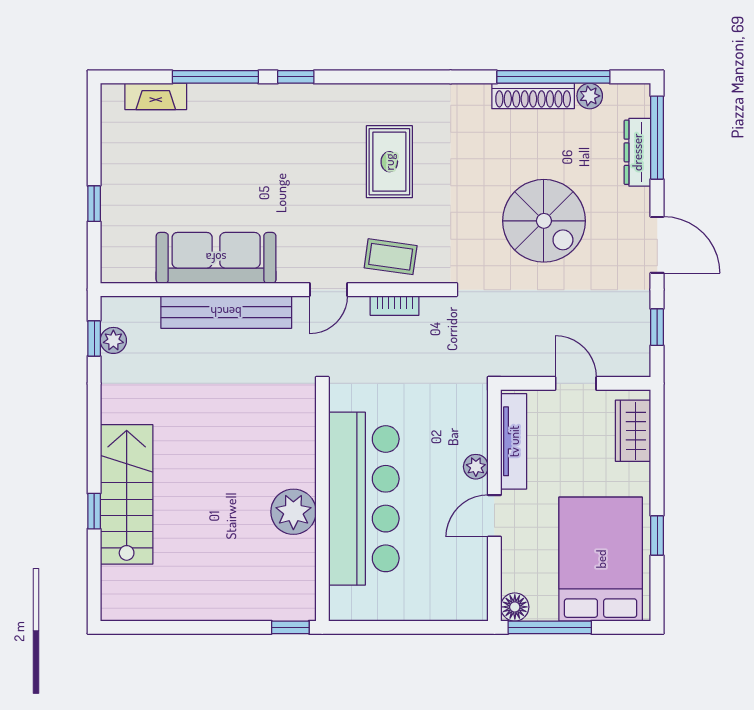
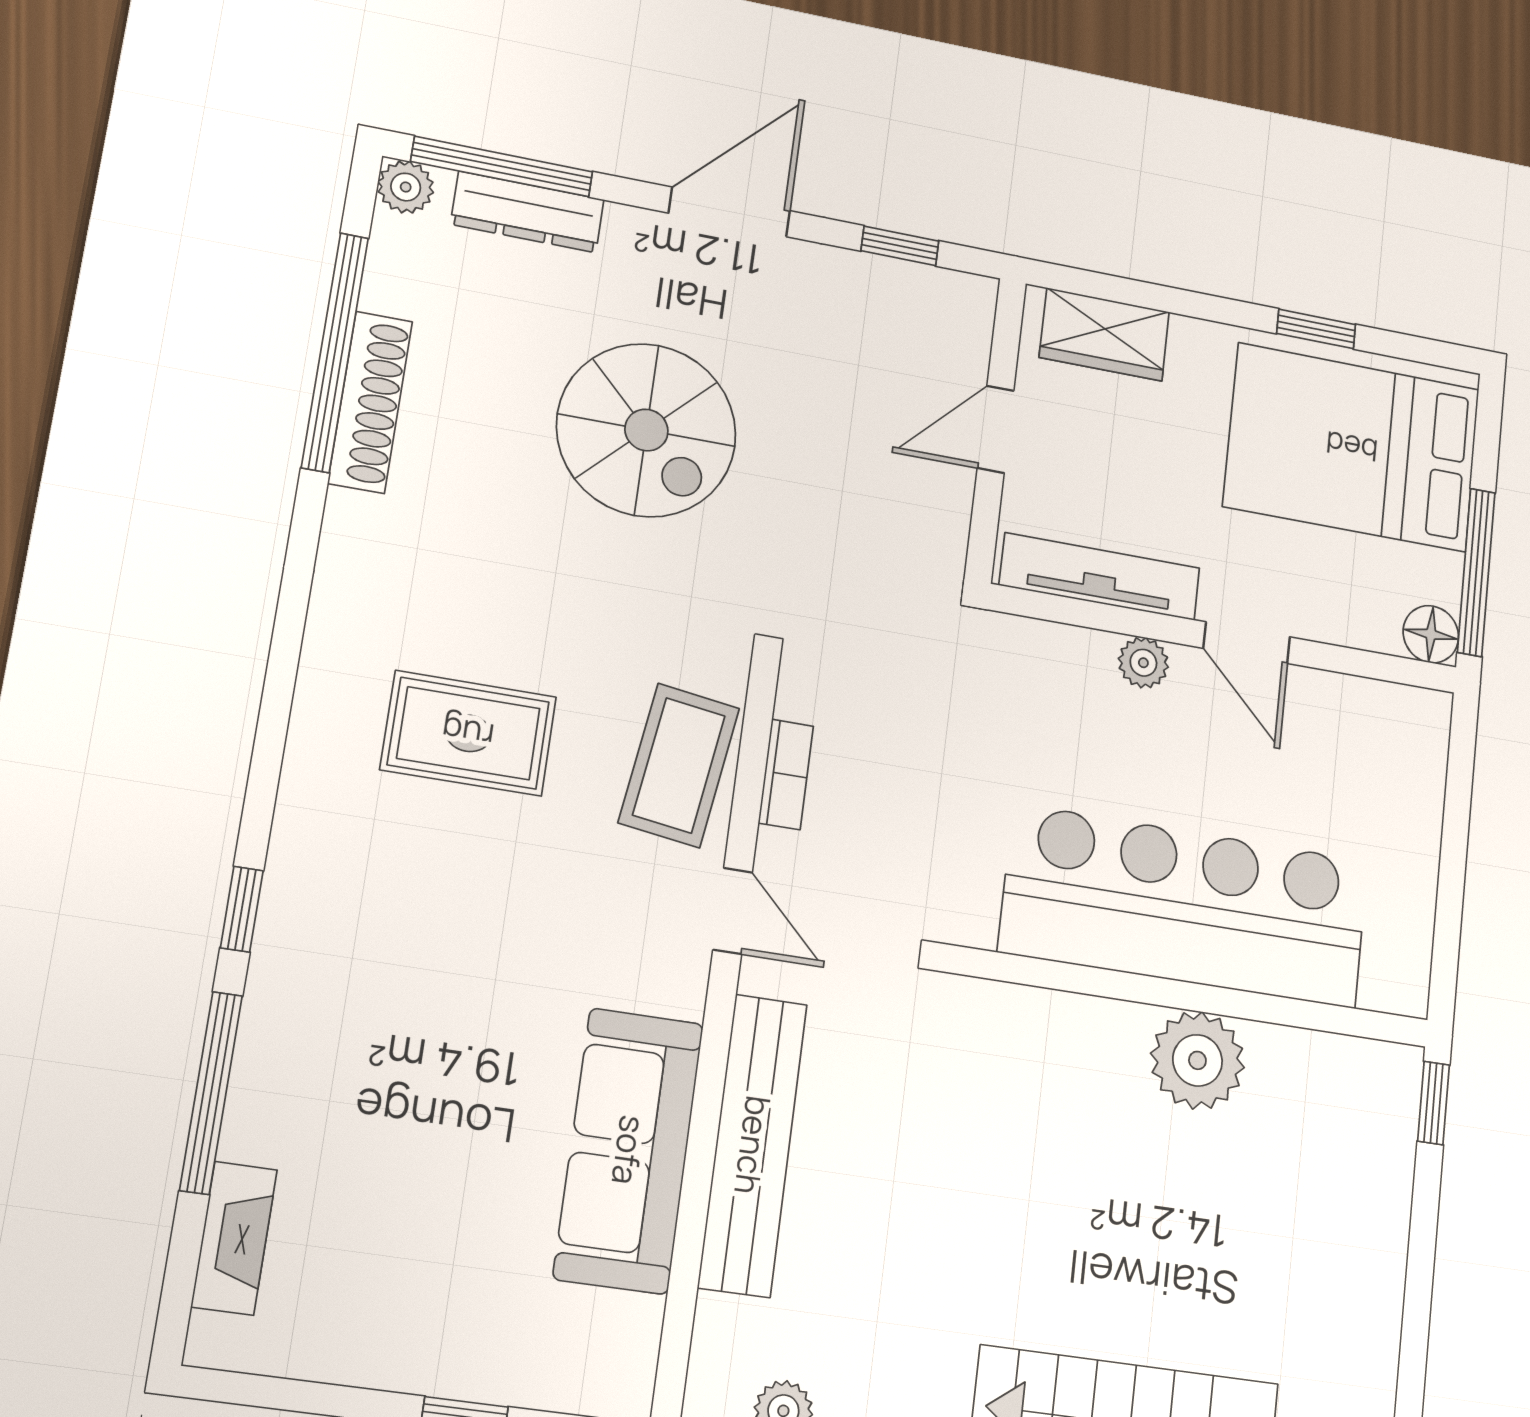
plant: (590, 96) -> (406, 187), moved
spiral stairs: (544, 221) -> (646, 430), turned 90
coffee table: (391, 257) -> (679, 765), width x1.36, depth x1.30

